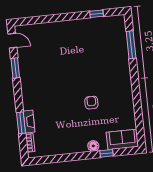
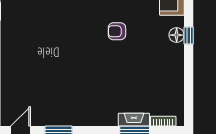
window: (107, 153) -> (189, 36), moved

